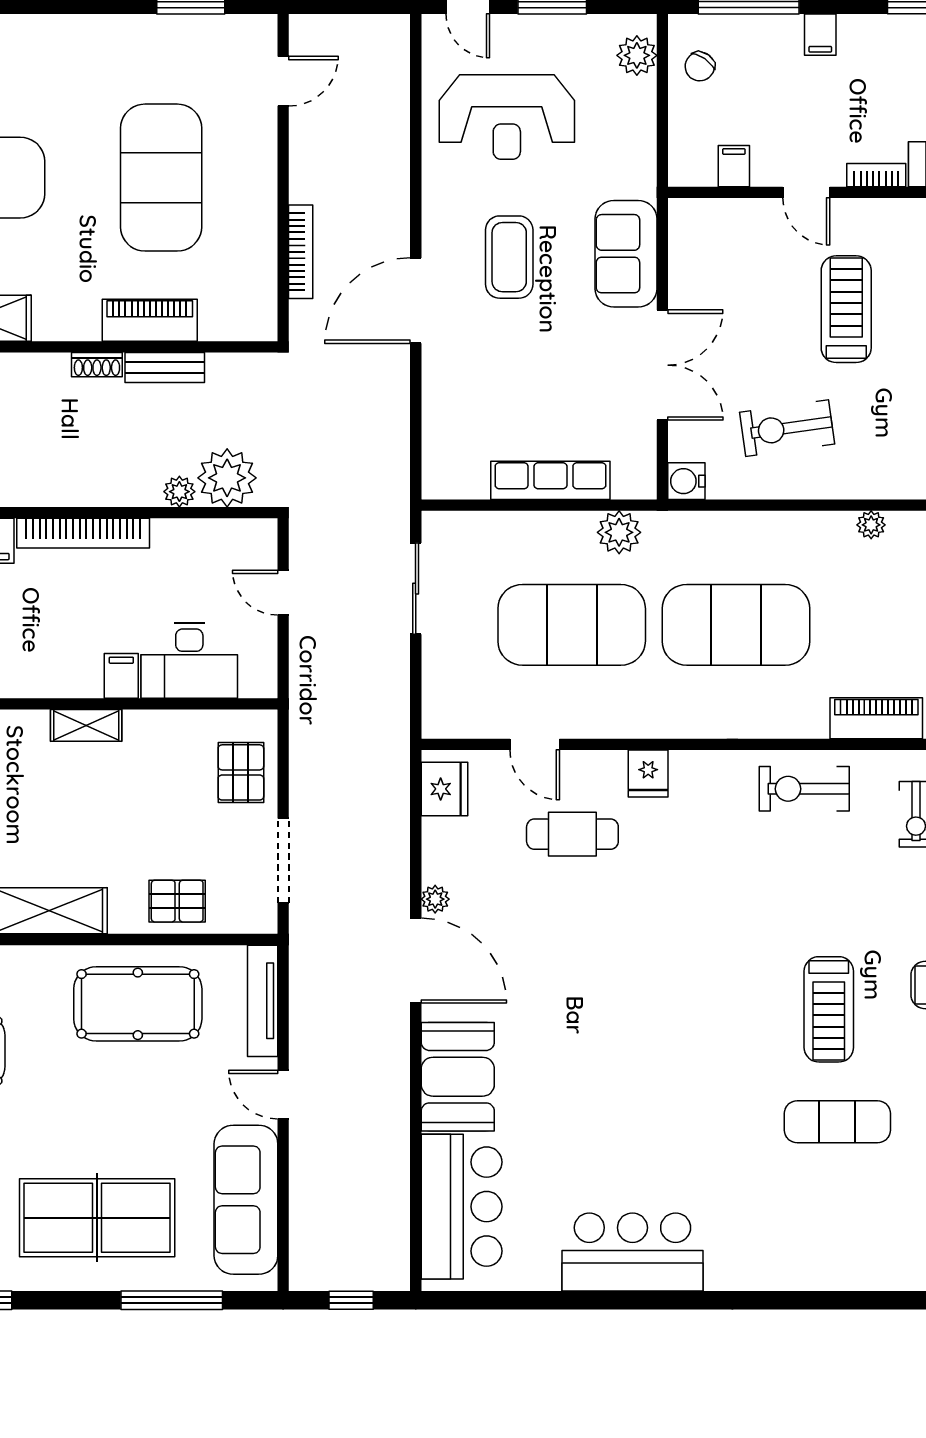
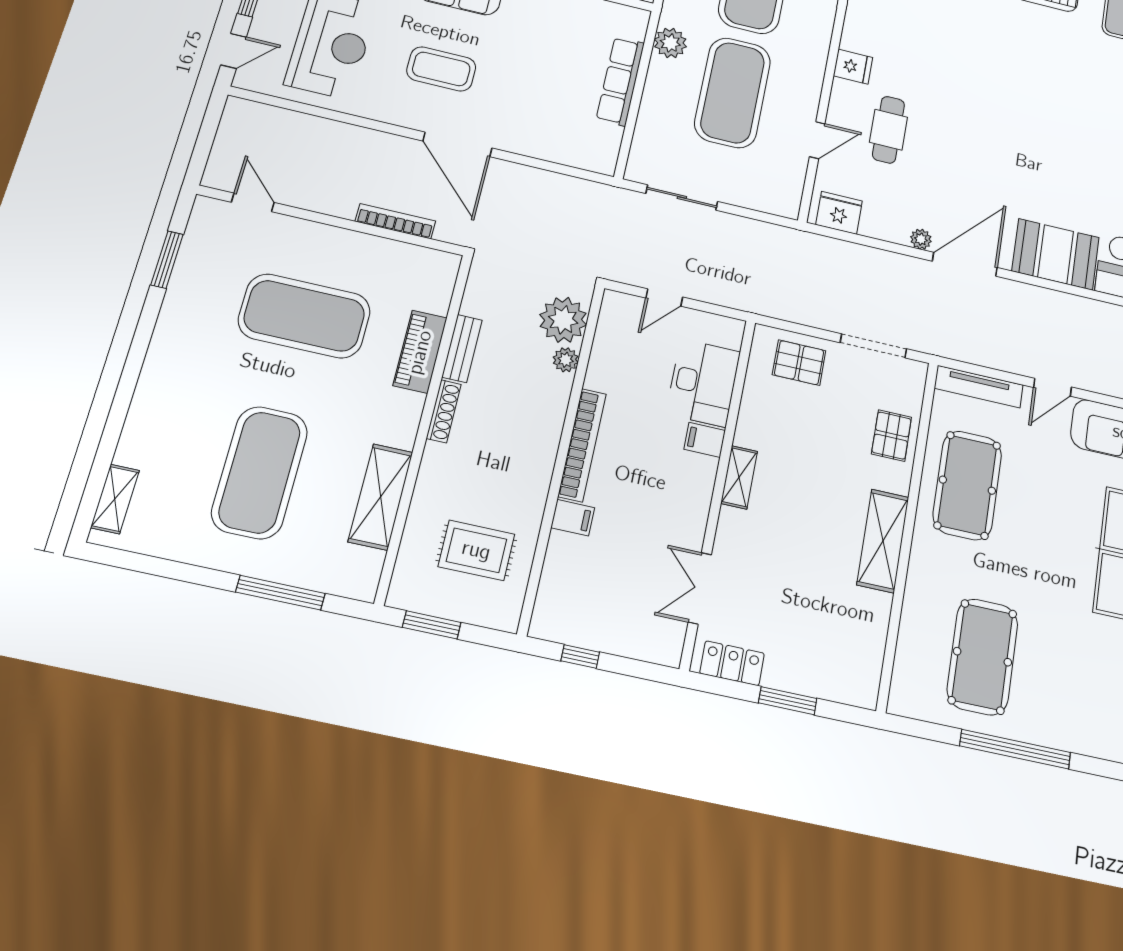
shoe rack: (97, 365) -> (444, 411), width x1.43

